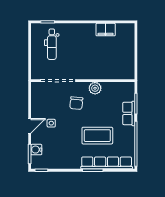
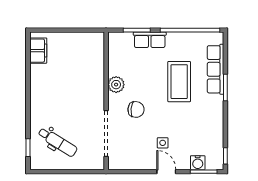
filing cabinet: (106, 30) -> (38, 51), moved
dental chair: (52, 44) -> (58, 142), turned 32
row of seats: (107, 163) -> (215, 69), width x0.73

